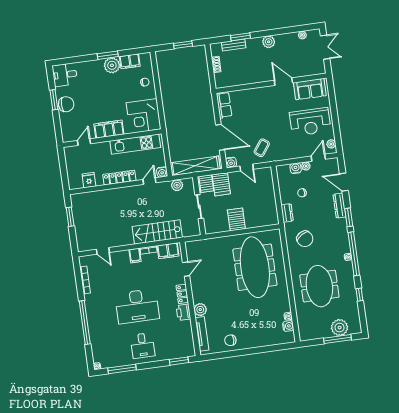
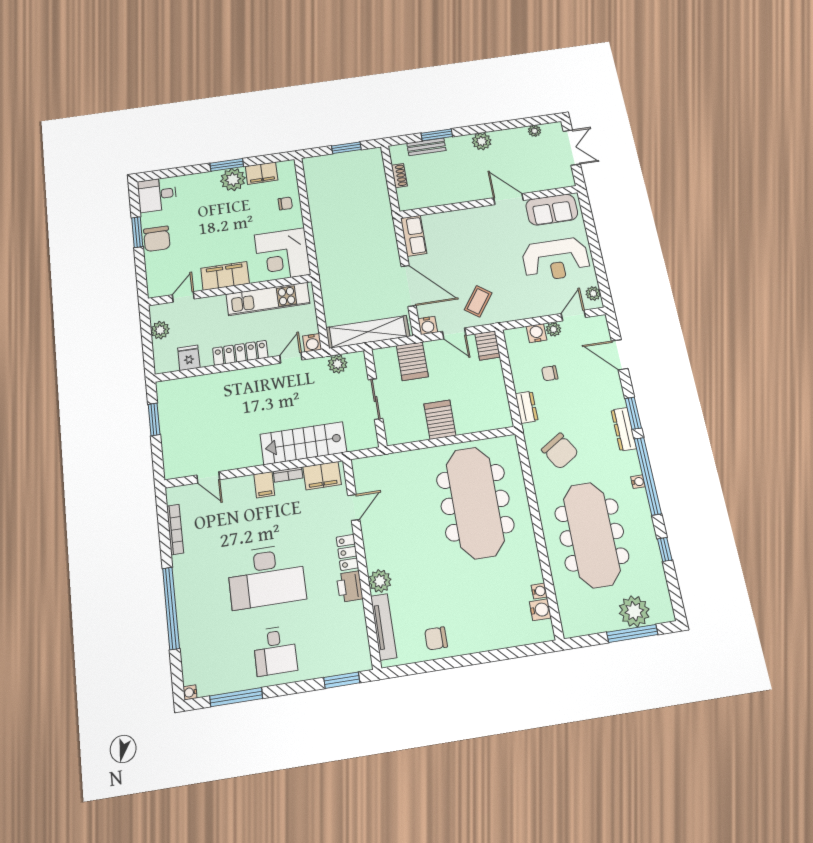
chair: (66, 104) -> (157, 239), turned 90
plant: (71, 163) -> (160, 330), added
server rack: (206, 184) -> (488, 345), moved
dresser: (340, 206) -> (624, 429), moved
meeting table: (319, 286) -> (592, 535), width x1.36

